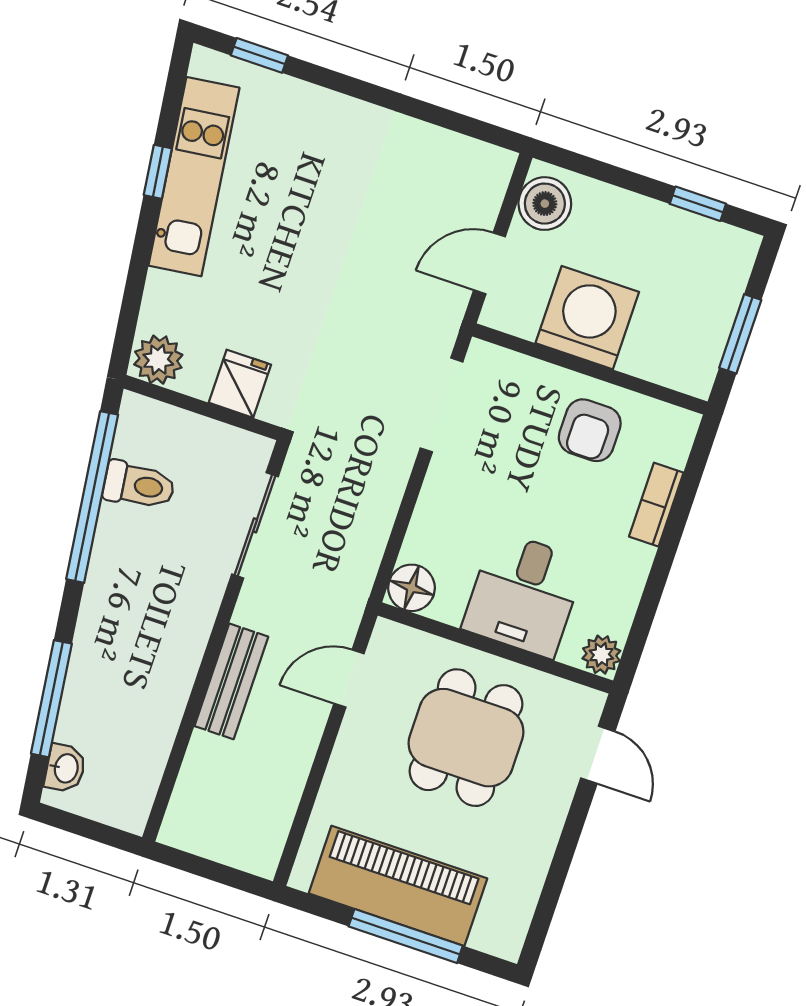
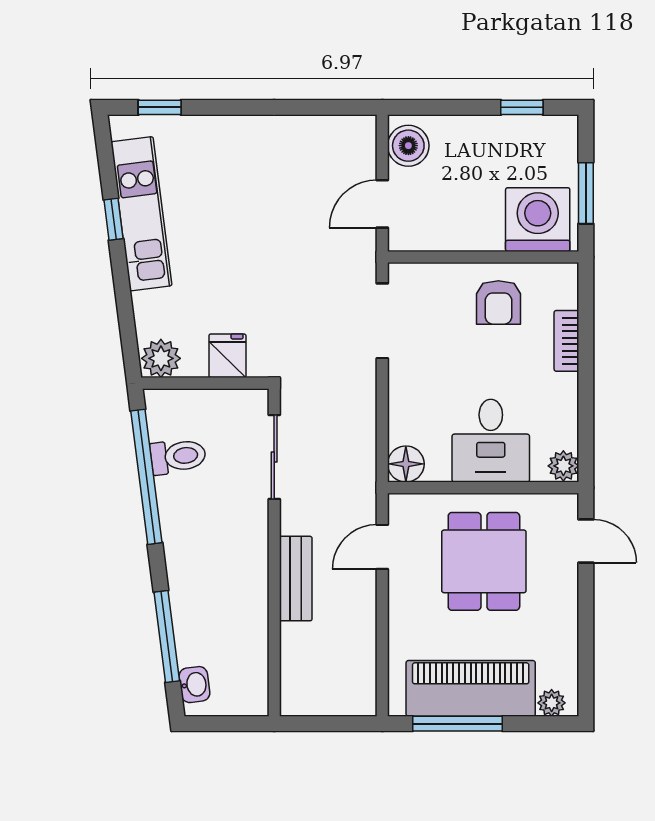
washing machine: (587, 318) -> (538, 220), moved
window: (406, 936) -> (458, 724), moved
plant: (490, 937) -> (552, 703), added

